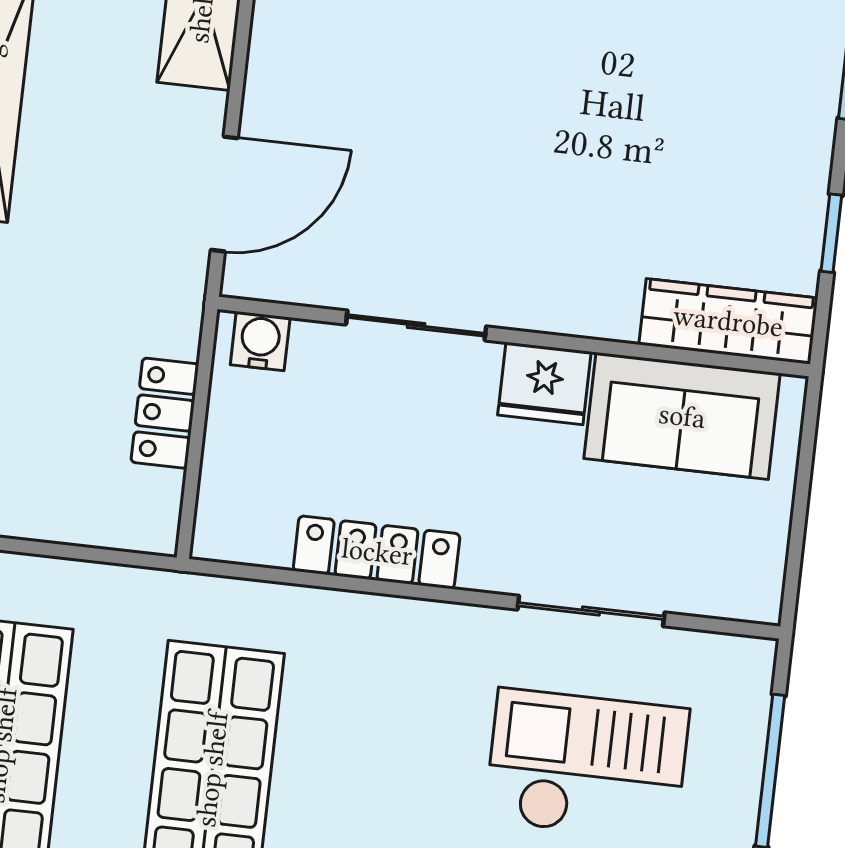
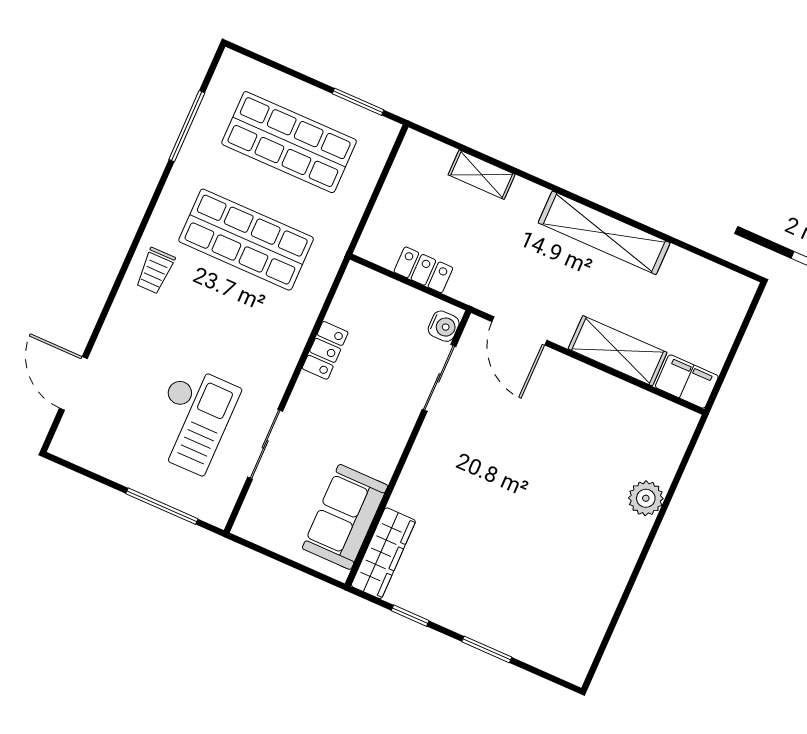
sliding door: (416, 325) -> (439, 378), moved
fridge: (544, 383) -> (381, 456), removed
locker: (377, 552) -> (325, 350), width x0.66

